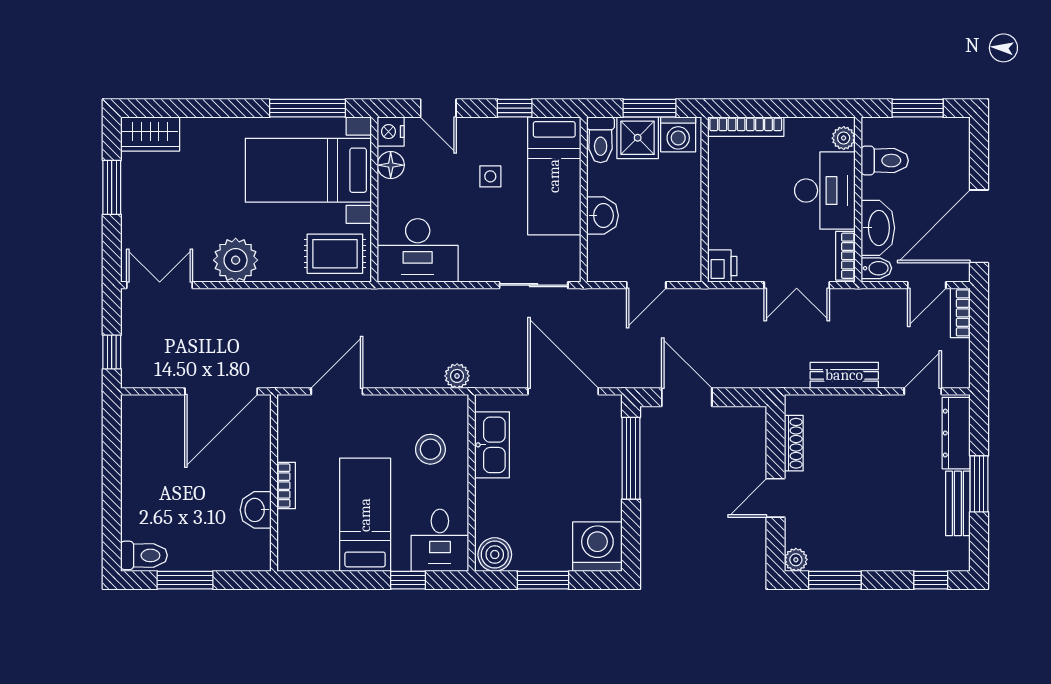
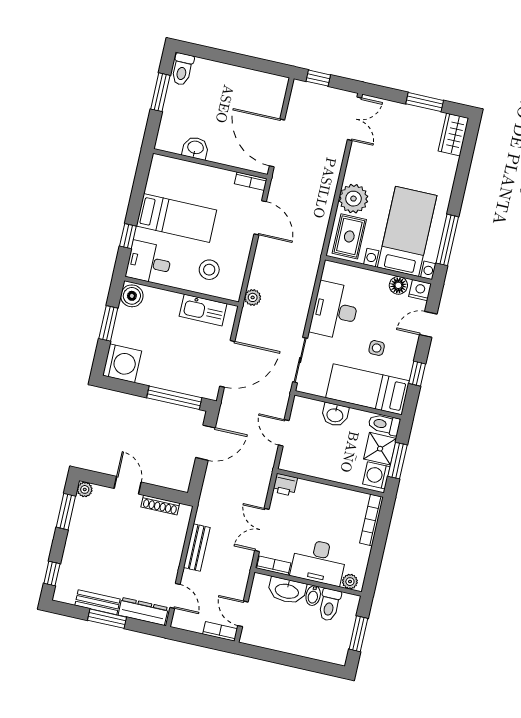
door: (979, 226) -> (273, 656), removed
desk: (418, 250) -> (335, 310), moved
plant: (236, 260) -> (353, 199), moved
bidet: (876, 268) -> (313, 596), moved
bookcase: (286, 486) -> (251, 181), moved

